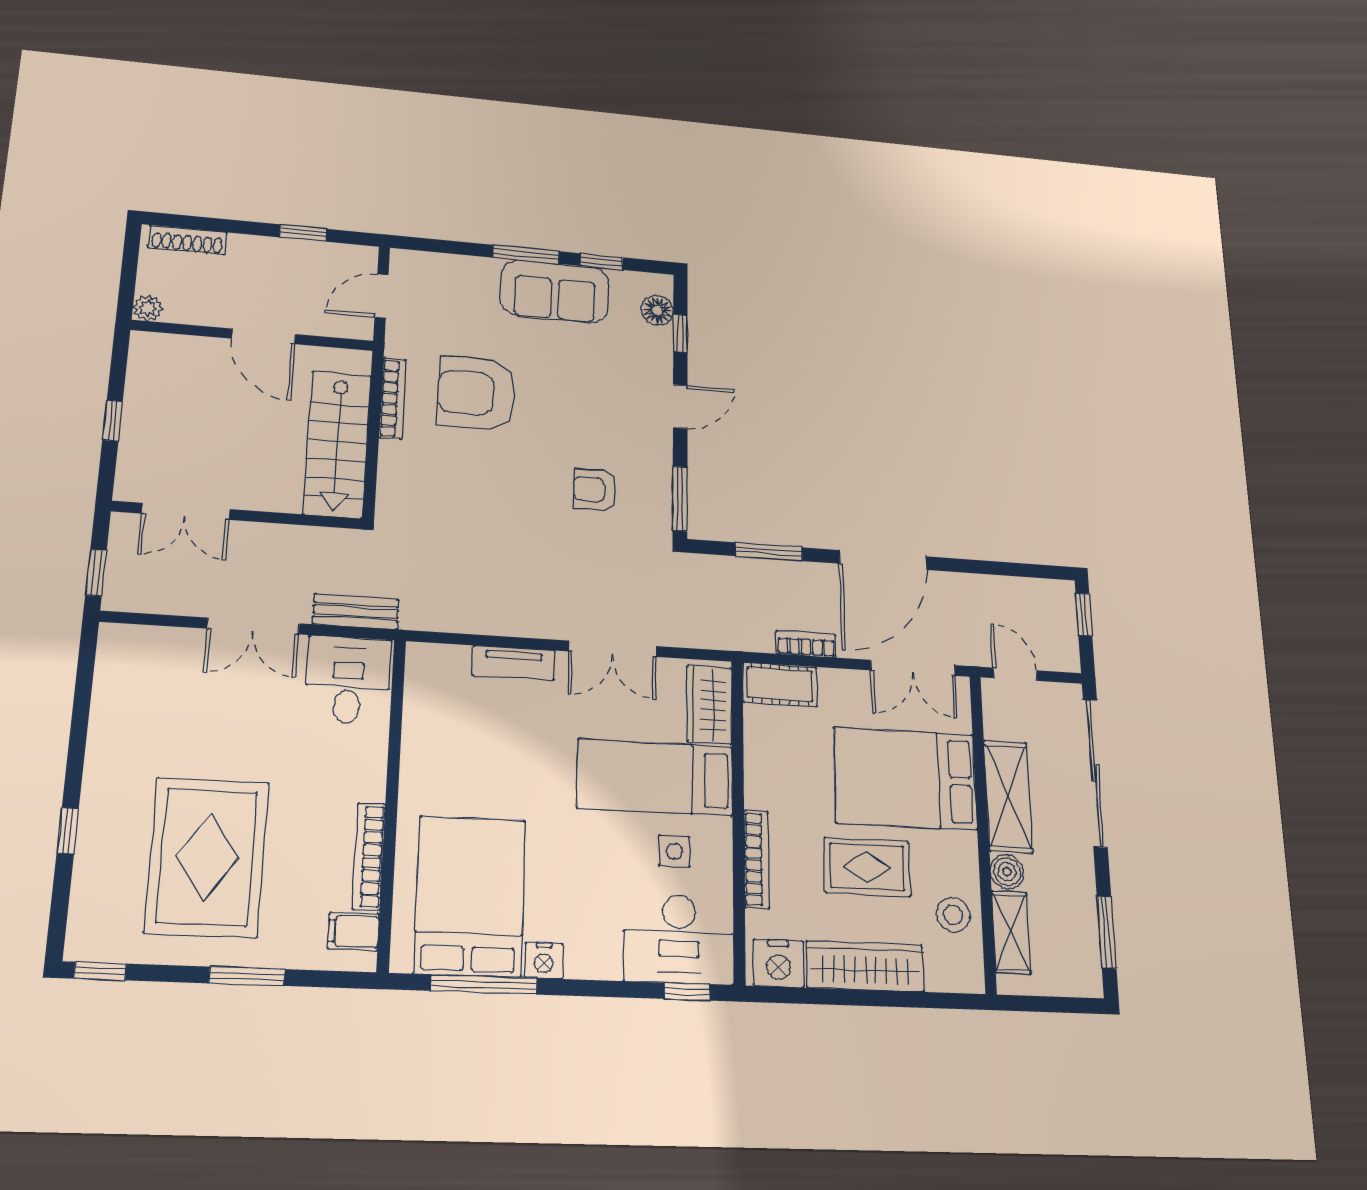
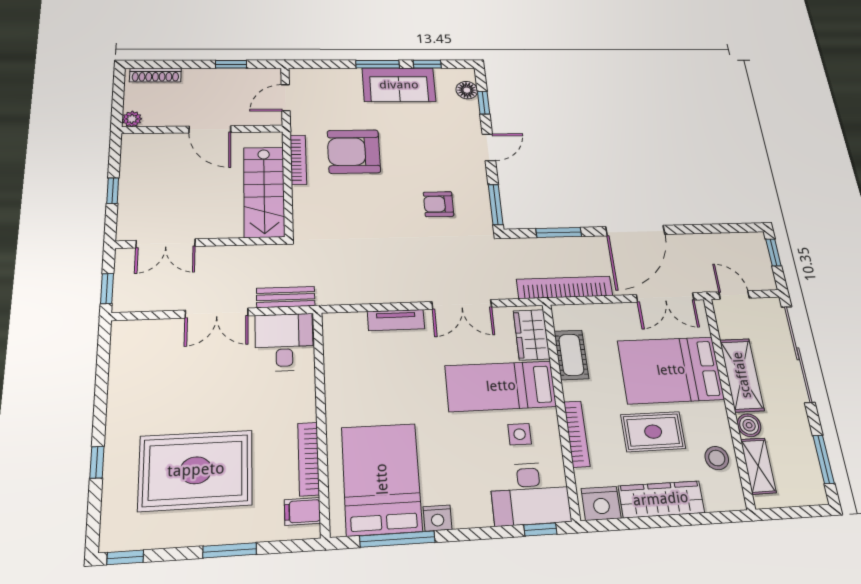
bookcase: (806, 644) -> (565, 287), width x2.31, depth x1.31
cot: (780, 685) -> (571, 355), moved, turned 90
rug: (207, 857) -> (196, 470), turned 90

